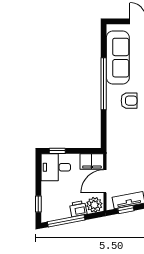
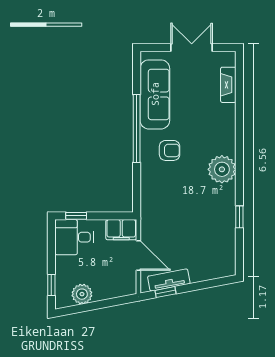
door: (105, 181) -> (138, 256), swing flipped
plant: (94, 205) -> (82, 294), moved
printer: (78, 209) -> (103, 291), removed
window: (66, 221) -> (88, 307), removed

